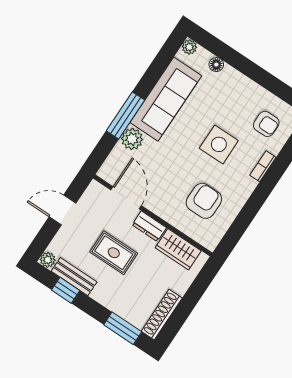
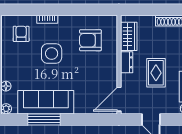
window: (125, 115) -> (44, 119), moved
plant: (132, 139) -> (82, 106), removed
door: (126, 198) -> (119, 99), moved

